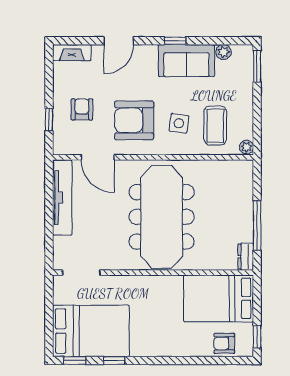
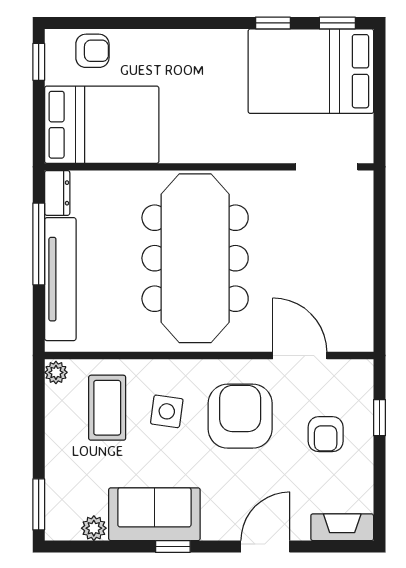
armchair: (134, 120) -> (240, 416), turned -90
tv unit: (62, 198) -> (60, 279), moved, turned 180

